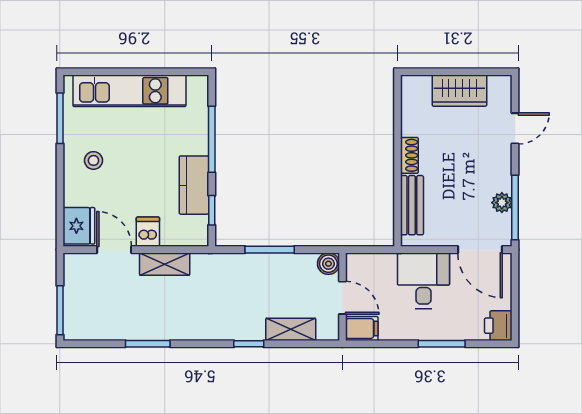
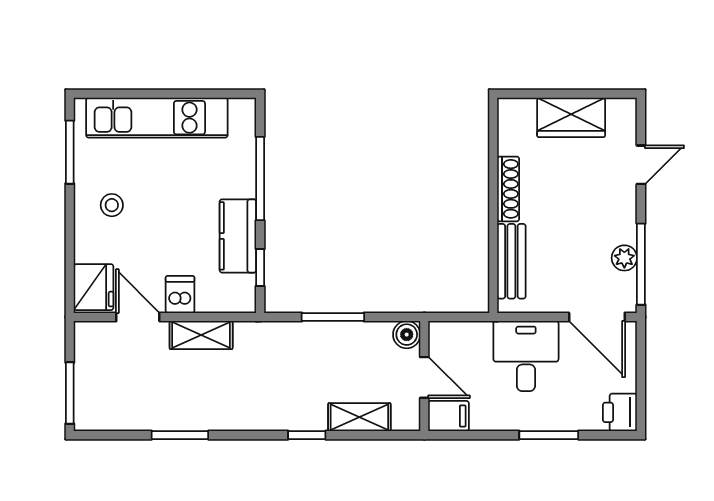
shoe rack: (409, 155) -> (508, 189), width x1.43

